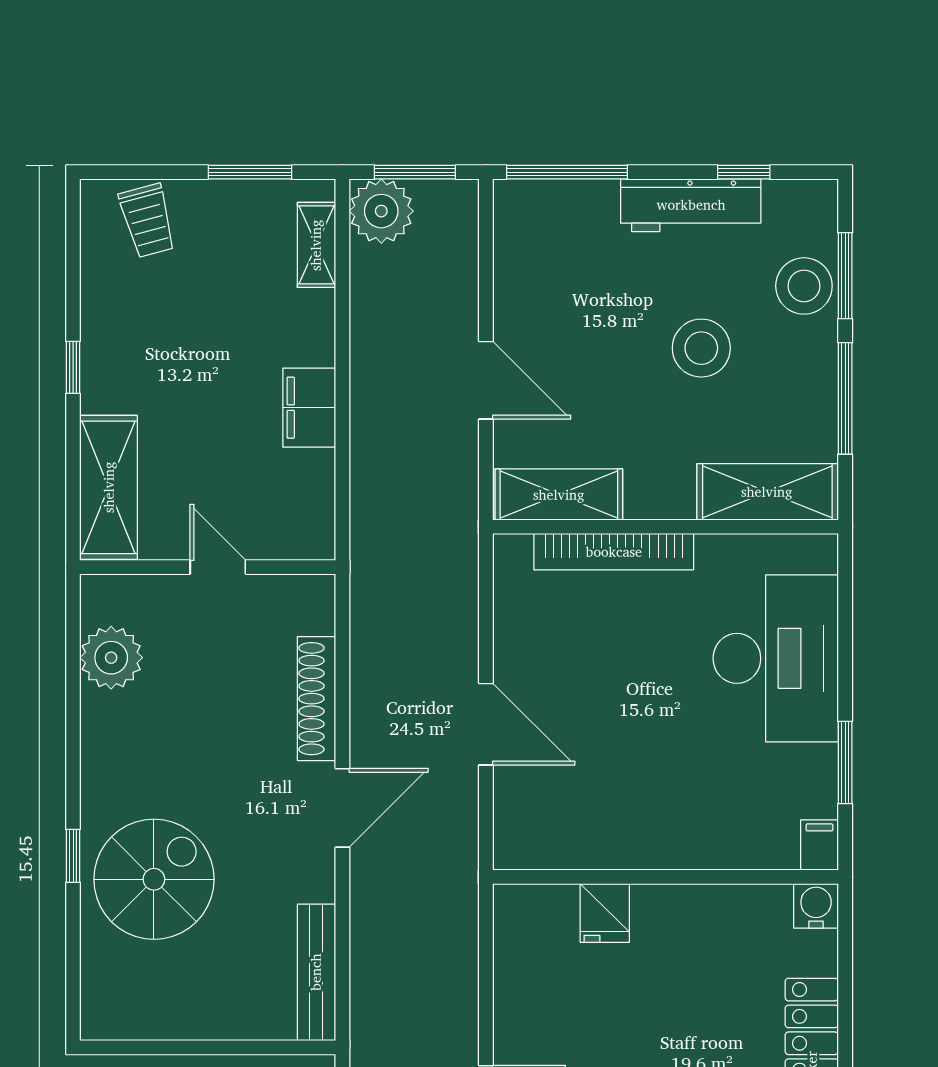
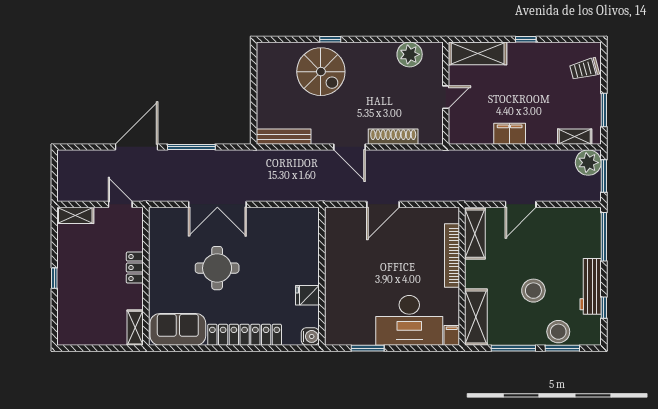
filing cabinet: (819, 845) -> (452, 335), moved, turned -90
fridge: (605, 913) -> (307, 295), moved

